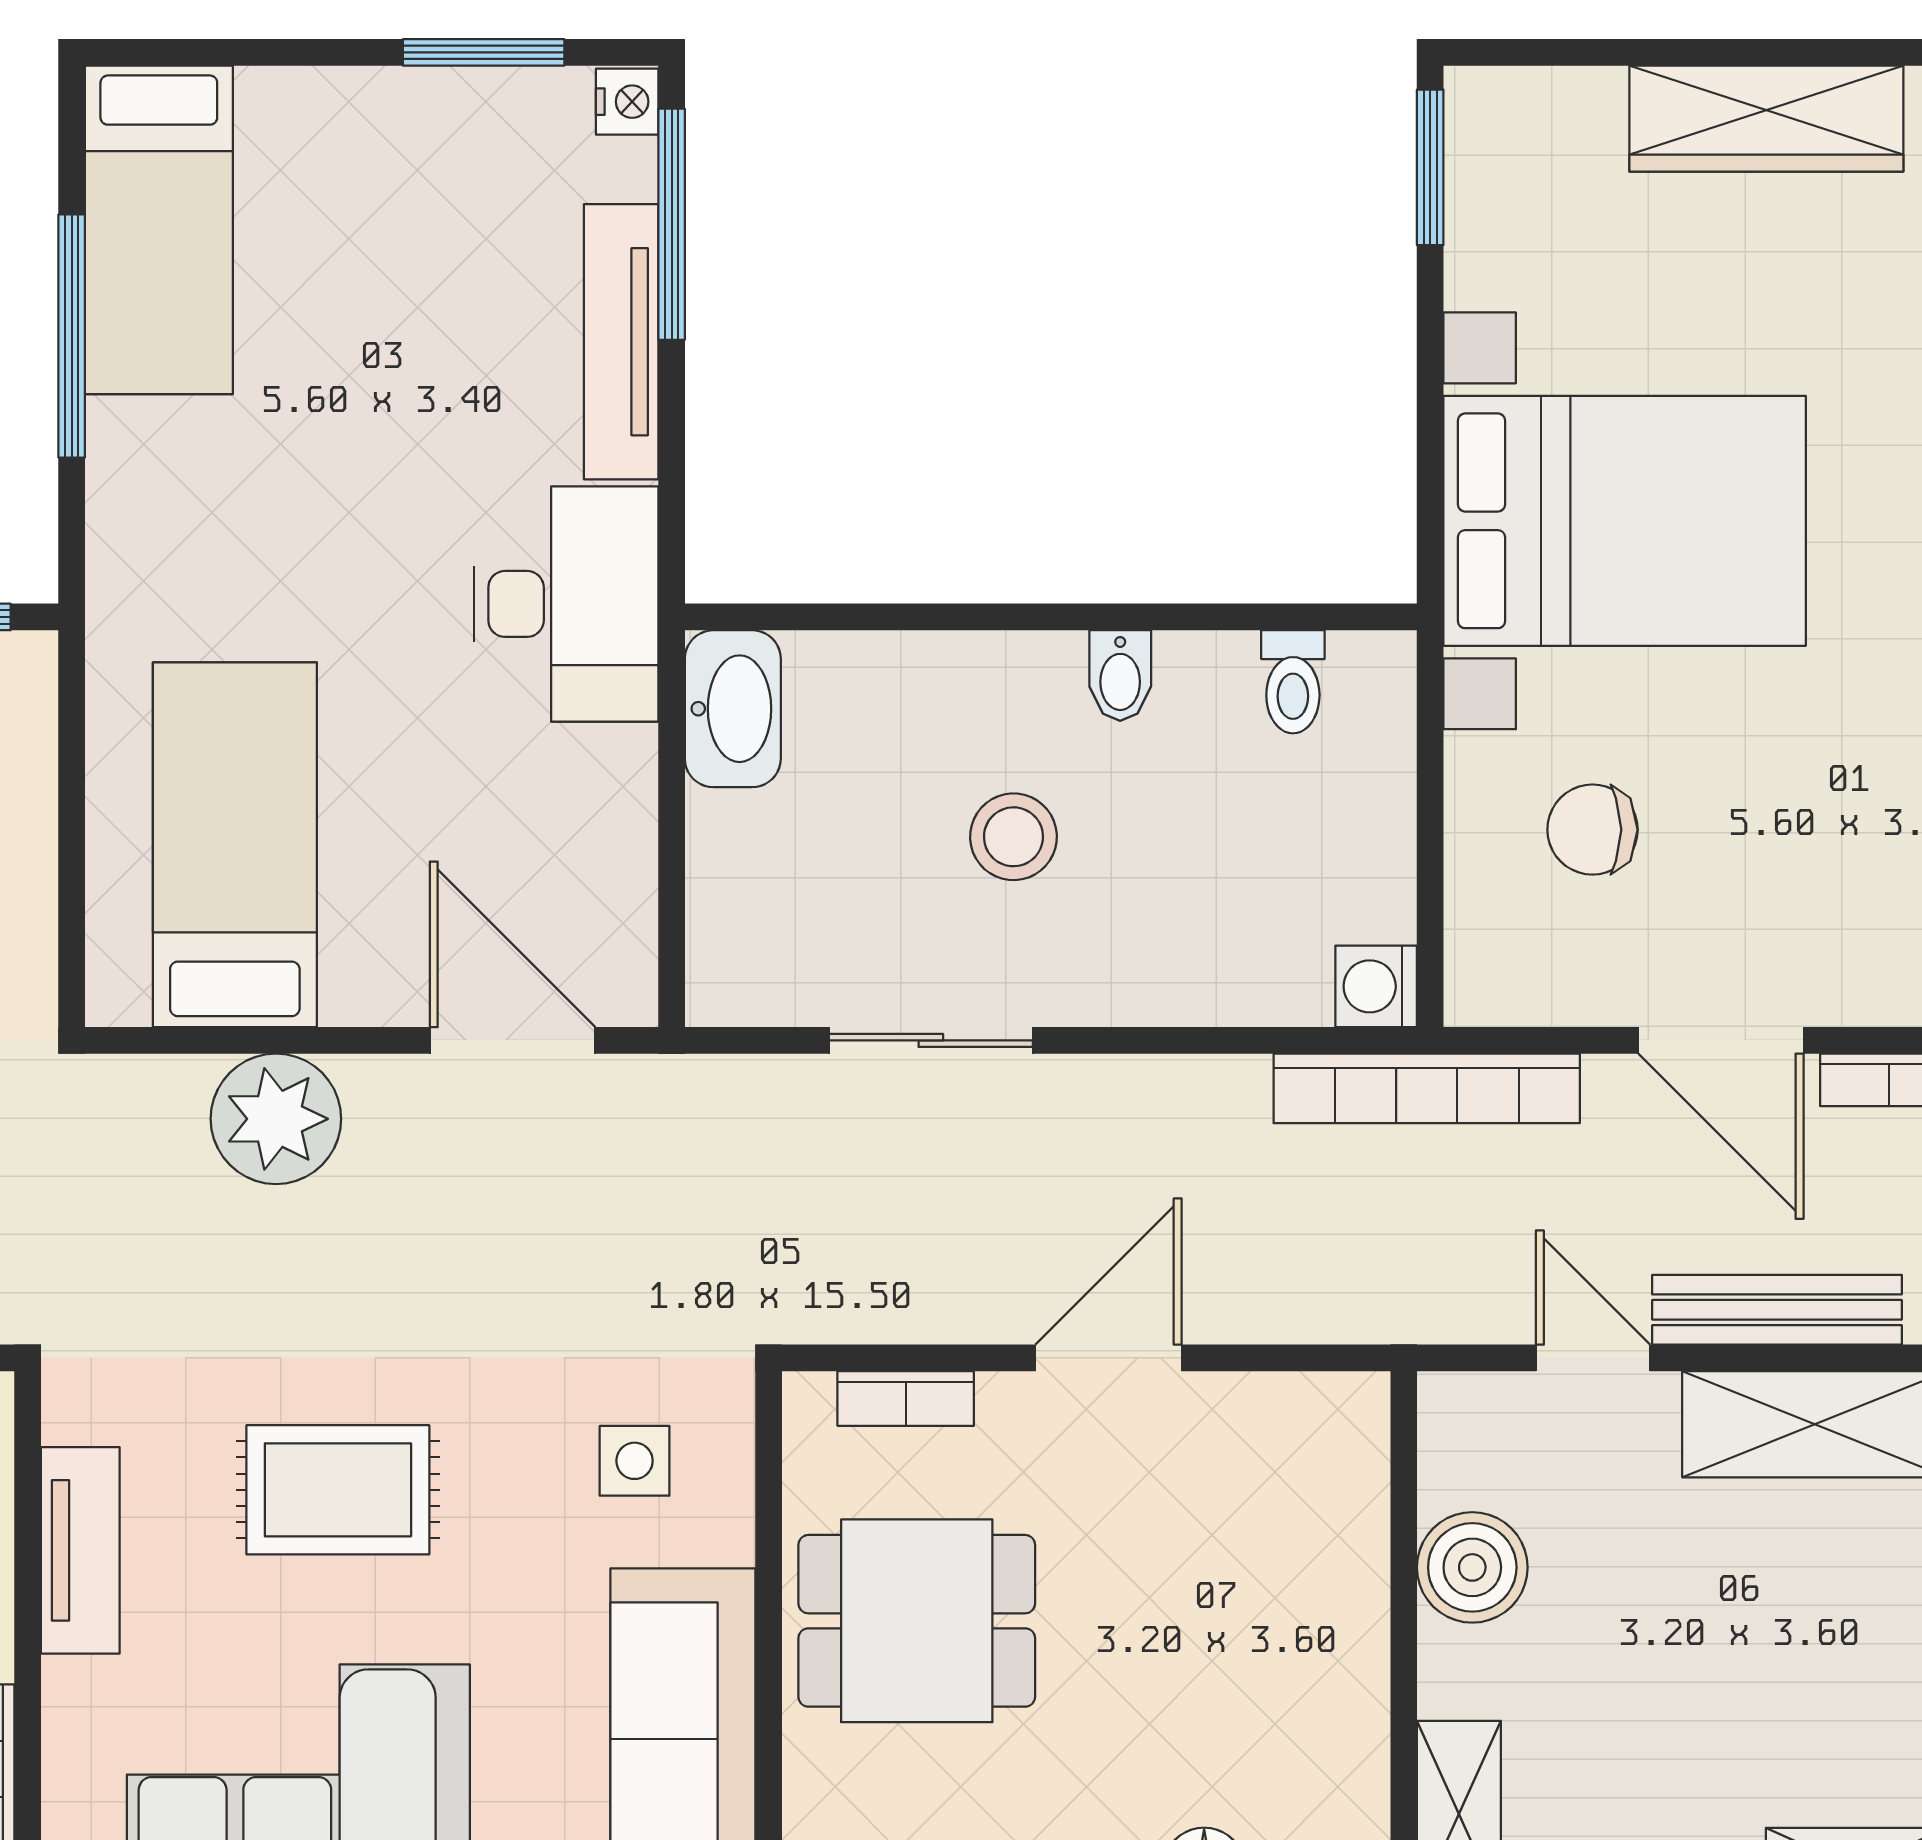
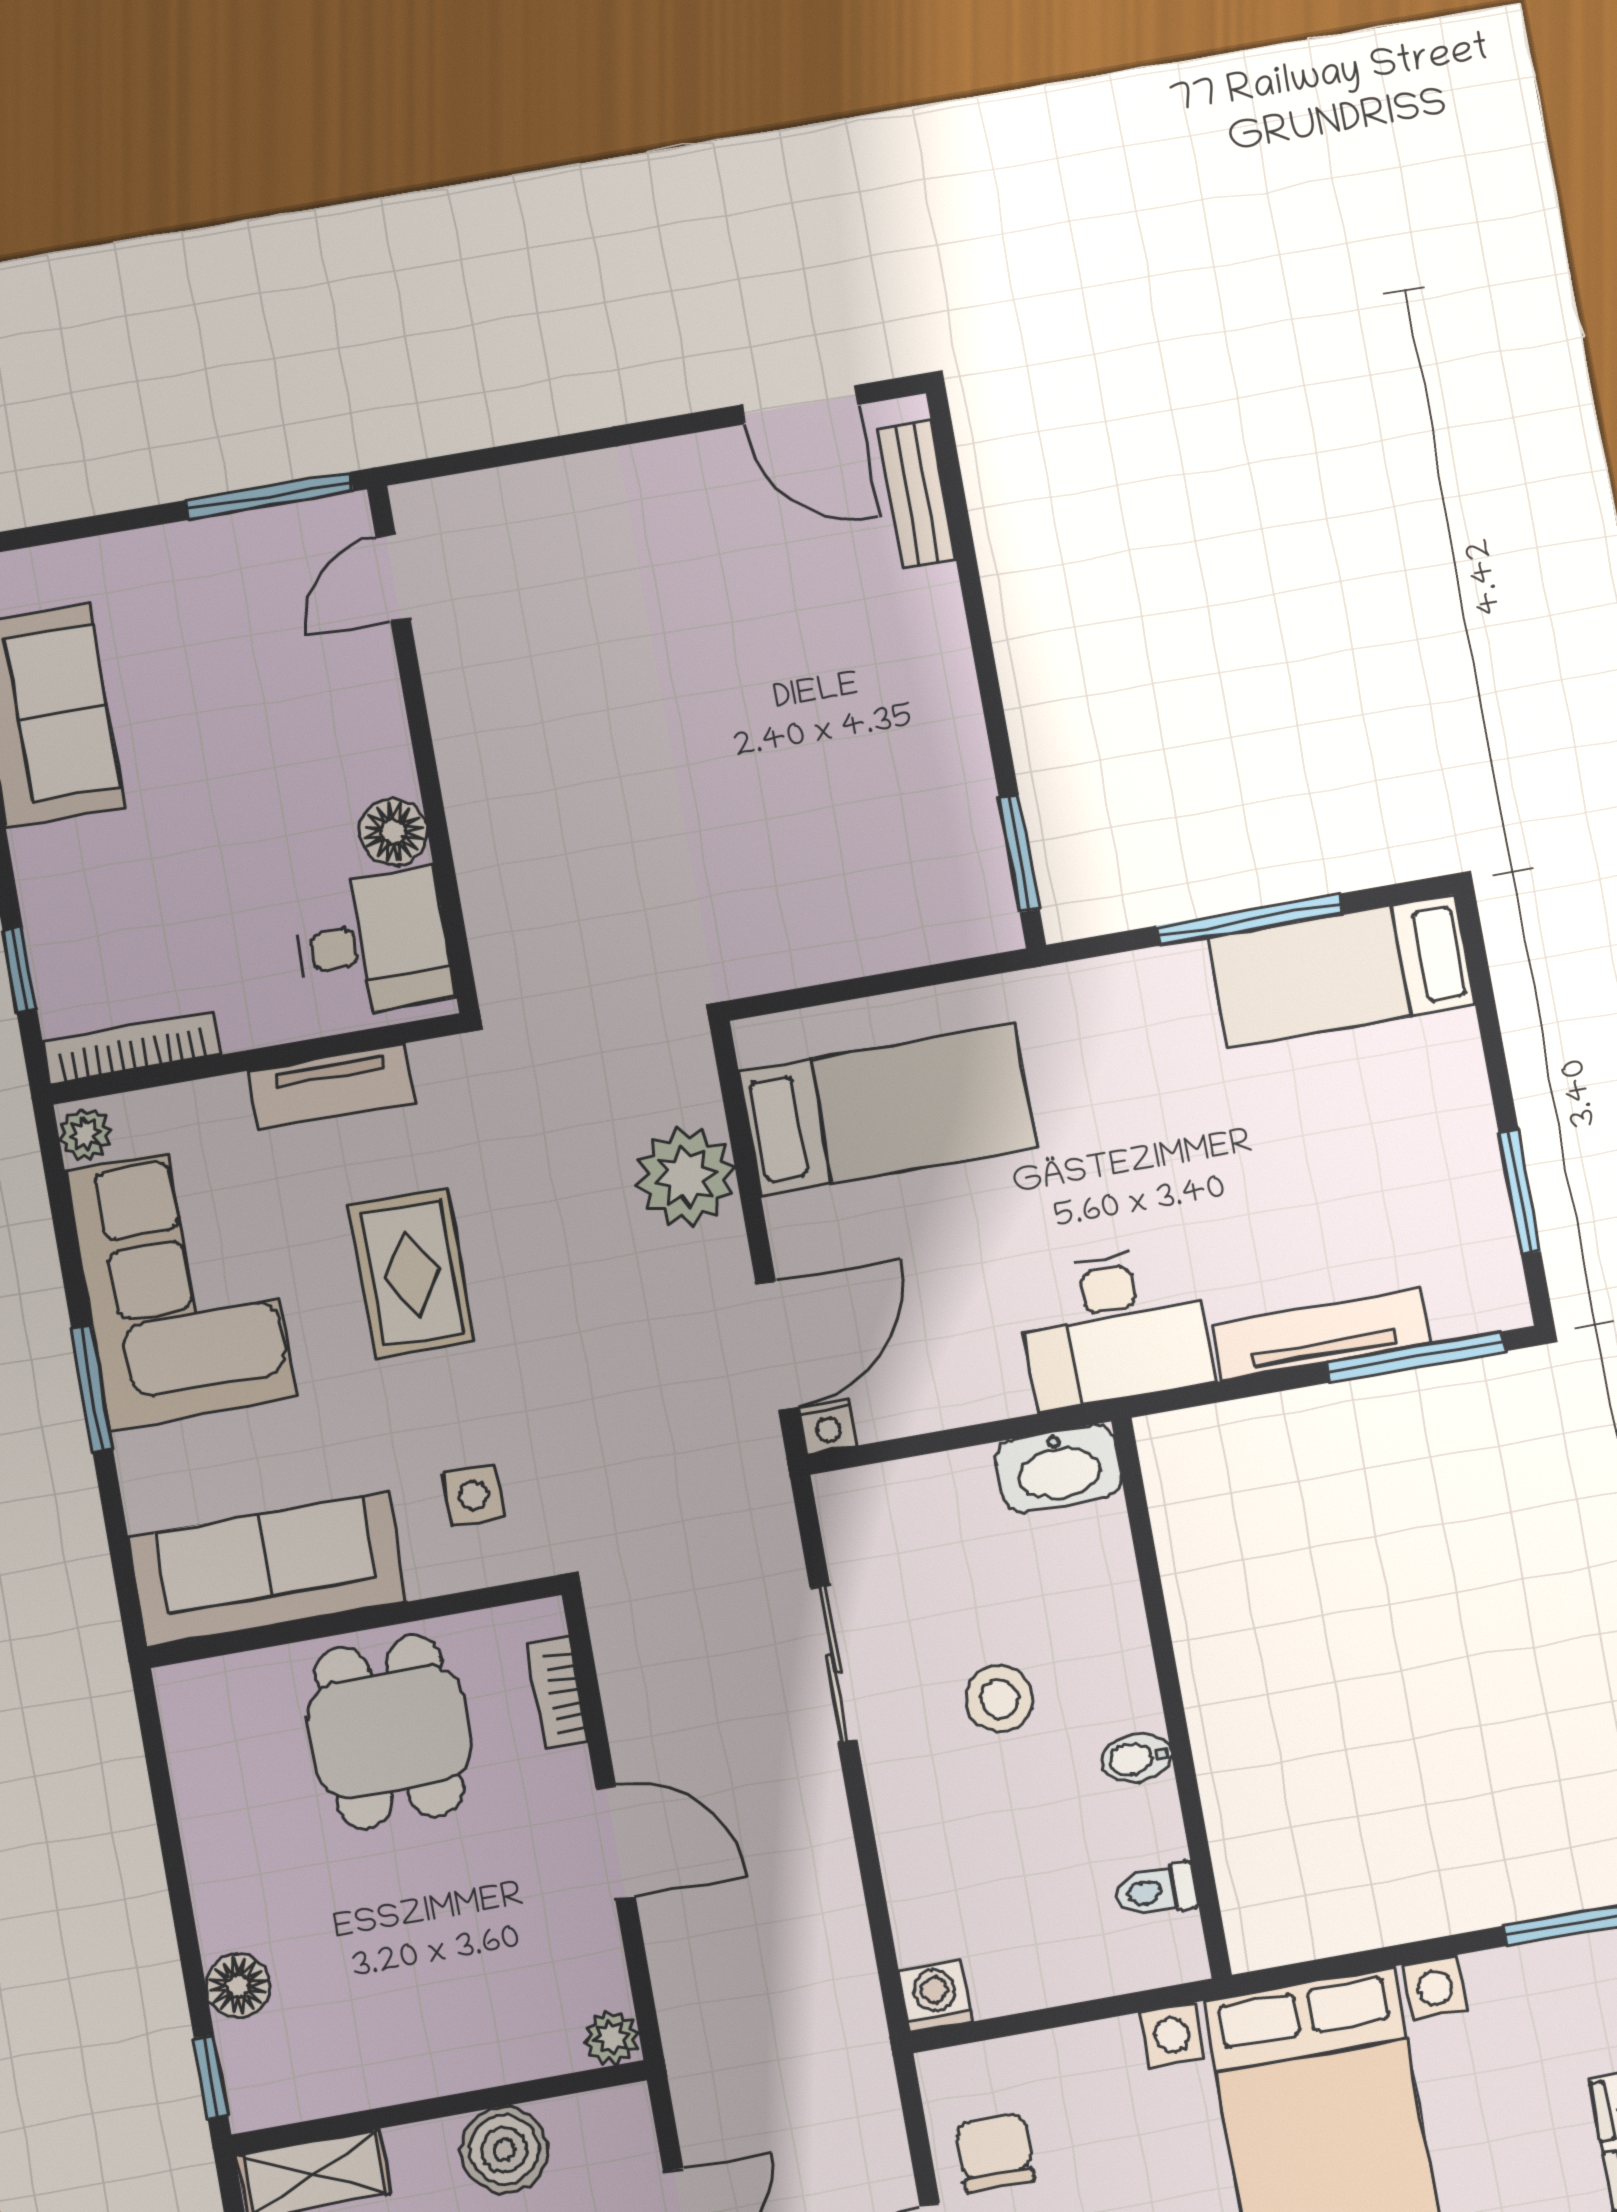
nightstand: (627, 102) -> (828, 1426), moved
chair: (1592, 830) -> (995, 2153), moved
bookcase: (1427, 1088) -> (864, 2049), removed
plant: (1355, 1407) -> (611, 2038), added

